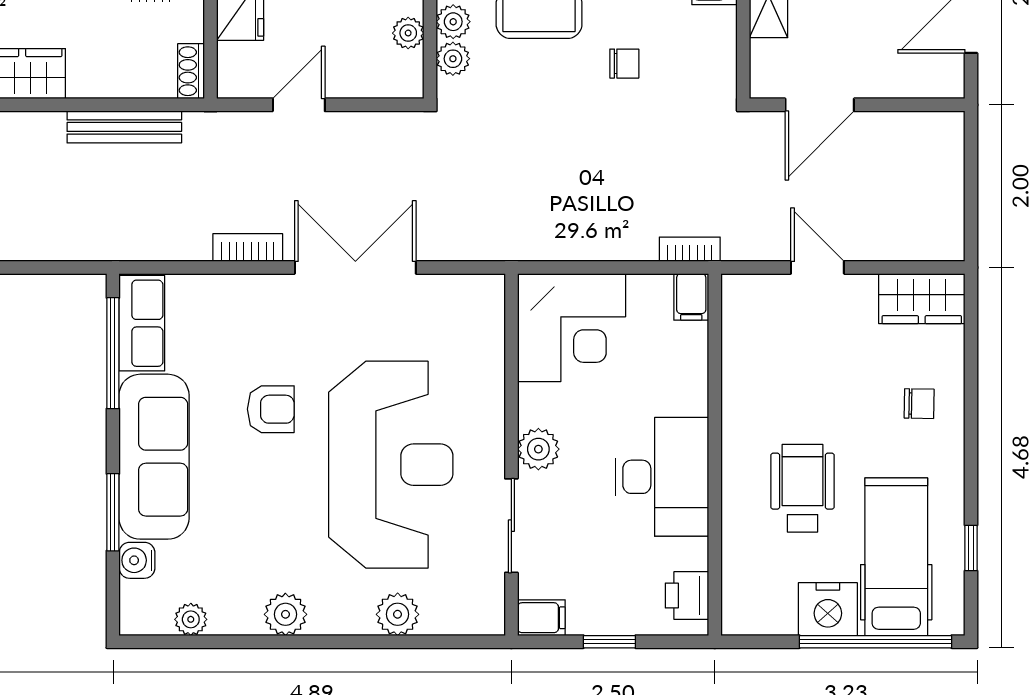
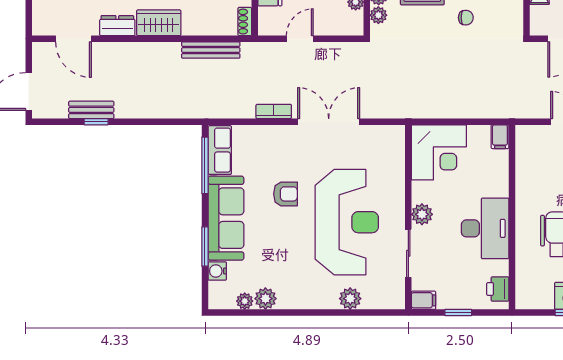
bookcase: (690, 249) -> (499, 112), removed
plant: (285, 614) -> (265, 299), moved

